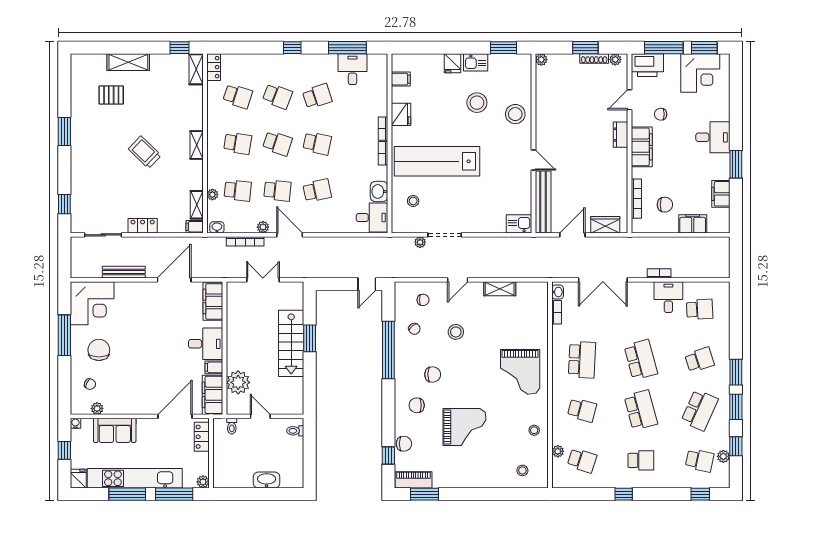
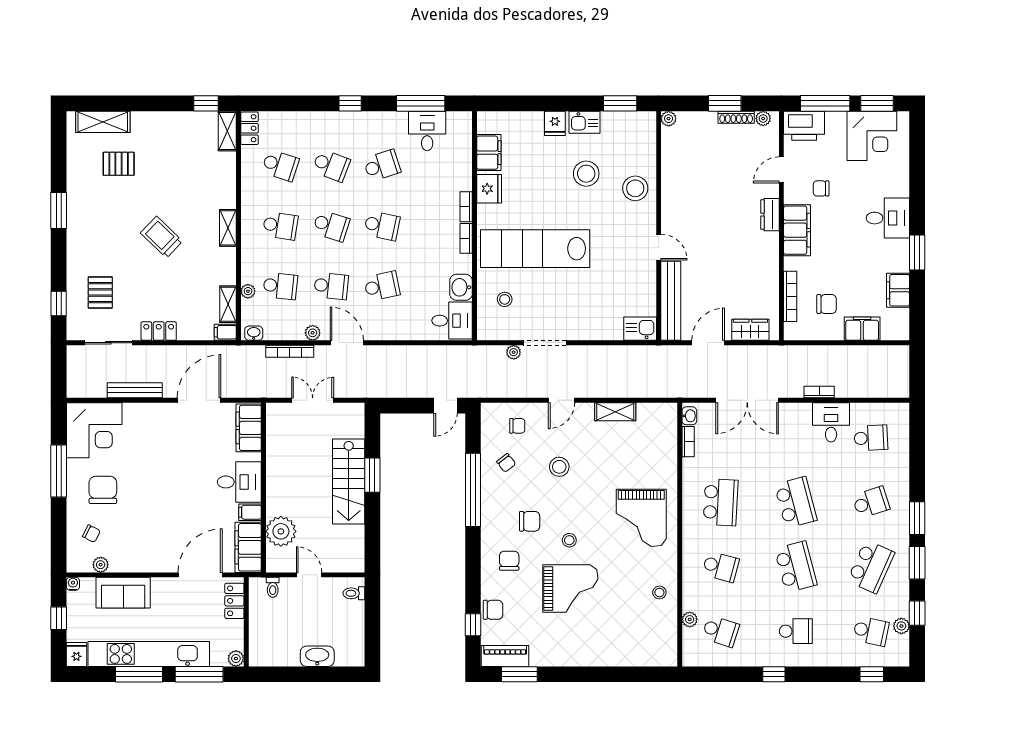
shelving: (128, 62) -> (103, 122), moved
filing cabinet: (401, 79) -> (489, 153), width x2.00
pallet: (97, 196) -> (100, 293), added
chair: (417, 405) -> (509, 561), turned 90
stool: (522, 470) -> (569, 540), moved

